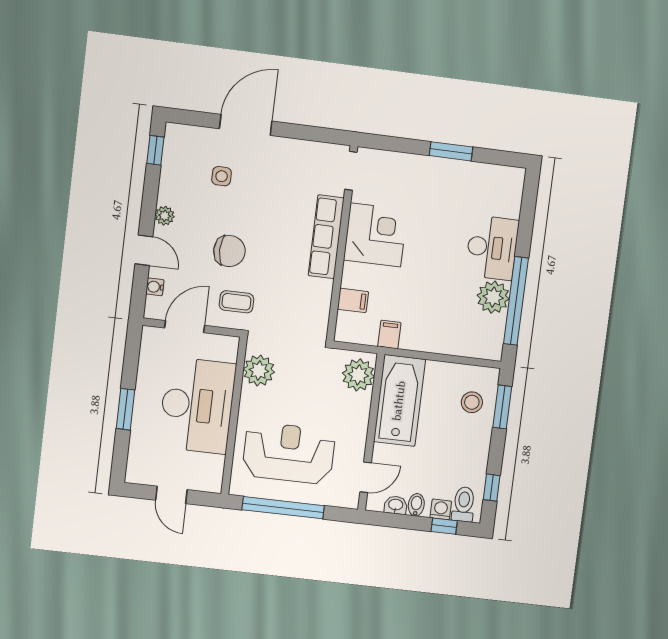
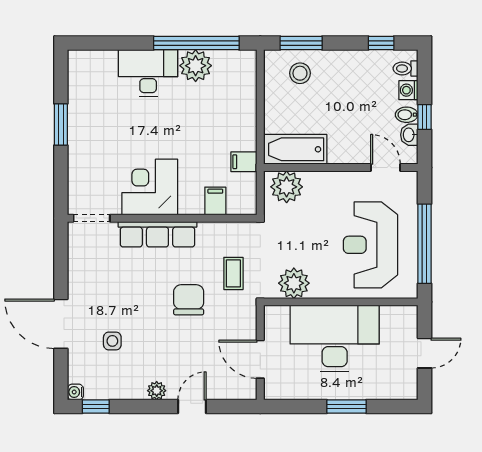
chair: (229, 251) -> (189, 300), moved
water cooler: (155, 287) -> (75, 392), moved, turned 90
coffee table: (236, 302) -> (233, 273), moved
bathtub: (399, 401) -> (295, 149), width x0.73, depth x0.73
toilet: (464, 504) -> (405, 68), width x0.73, depth x0.72
window: (444, 526) -> (424, 117), moved

